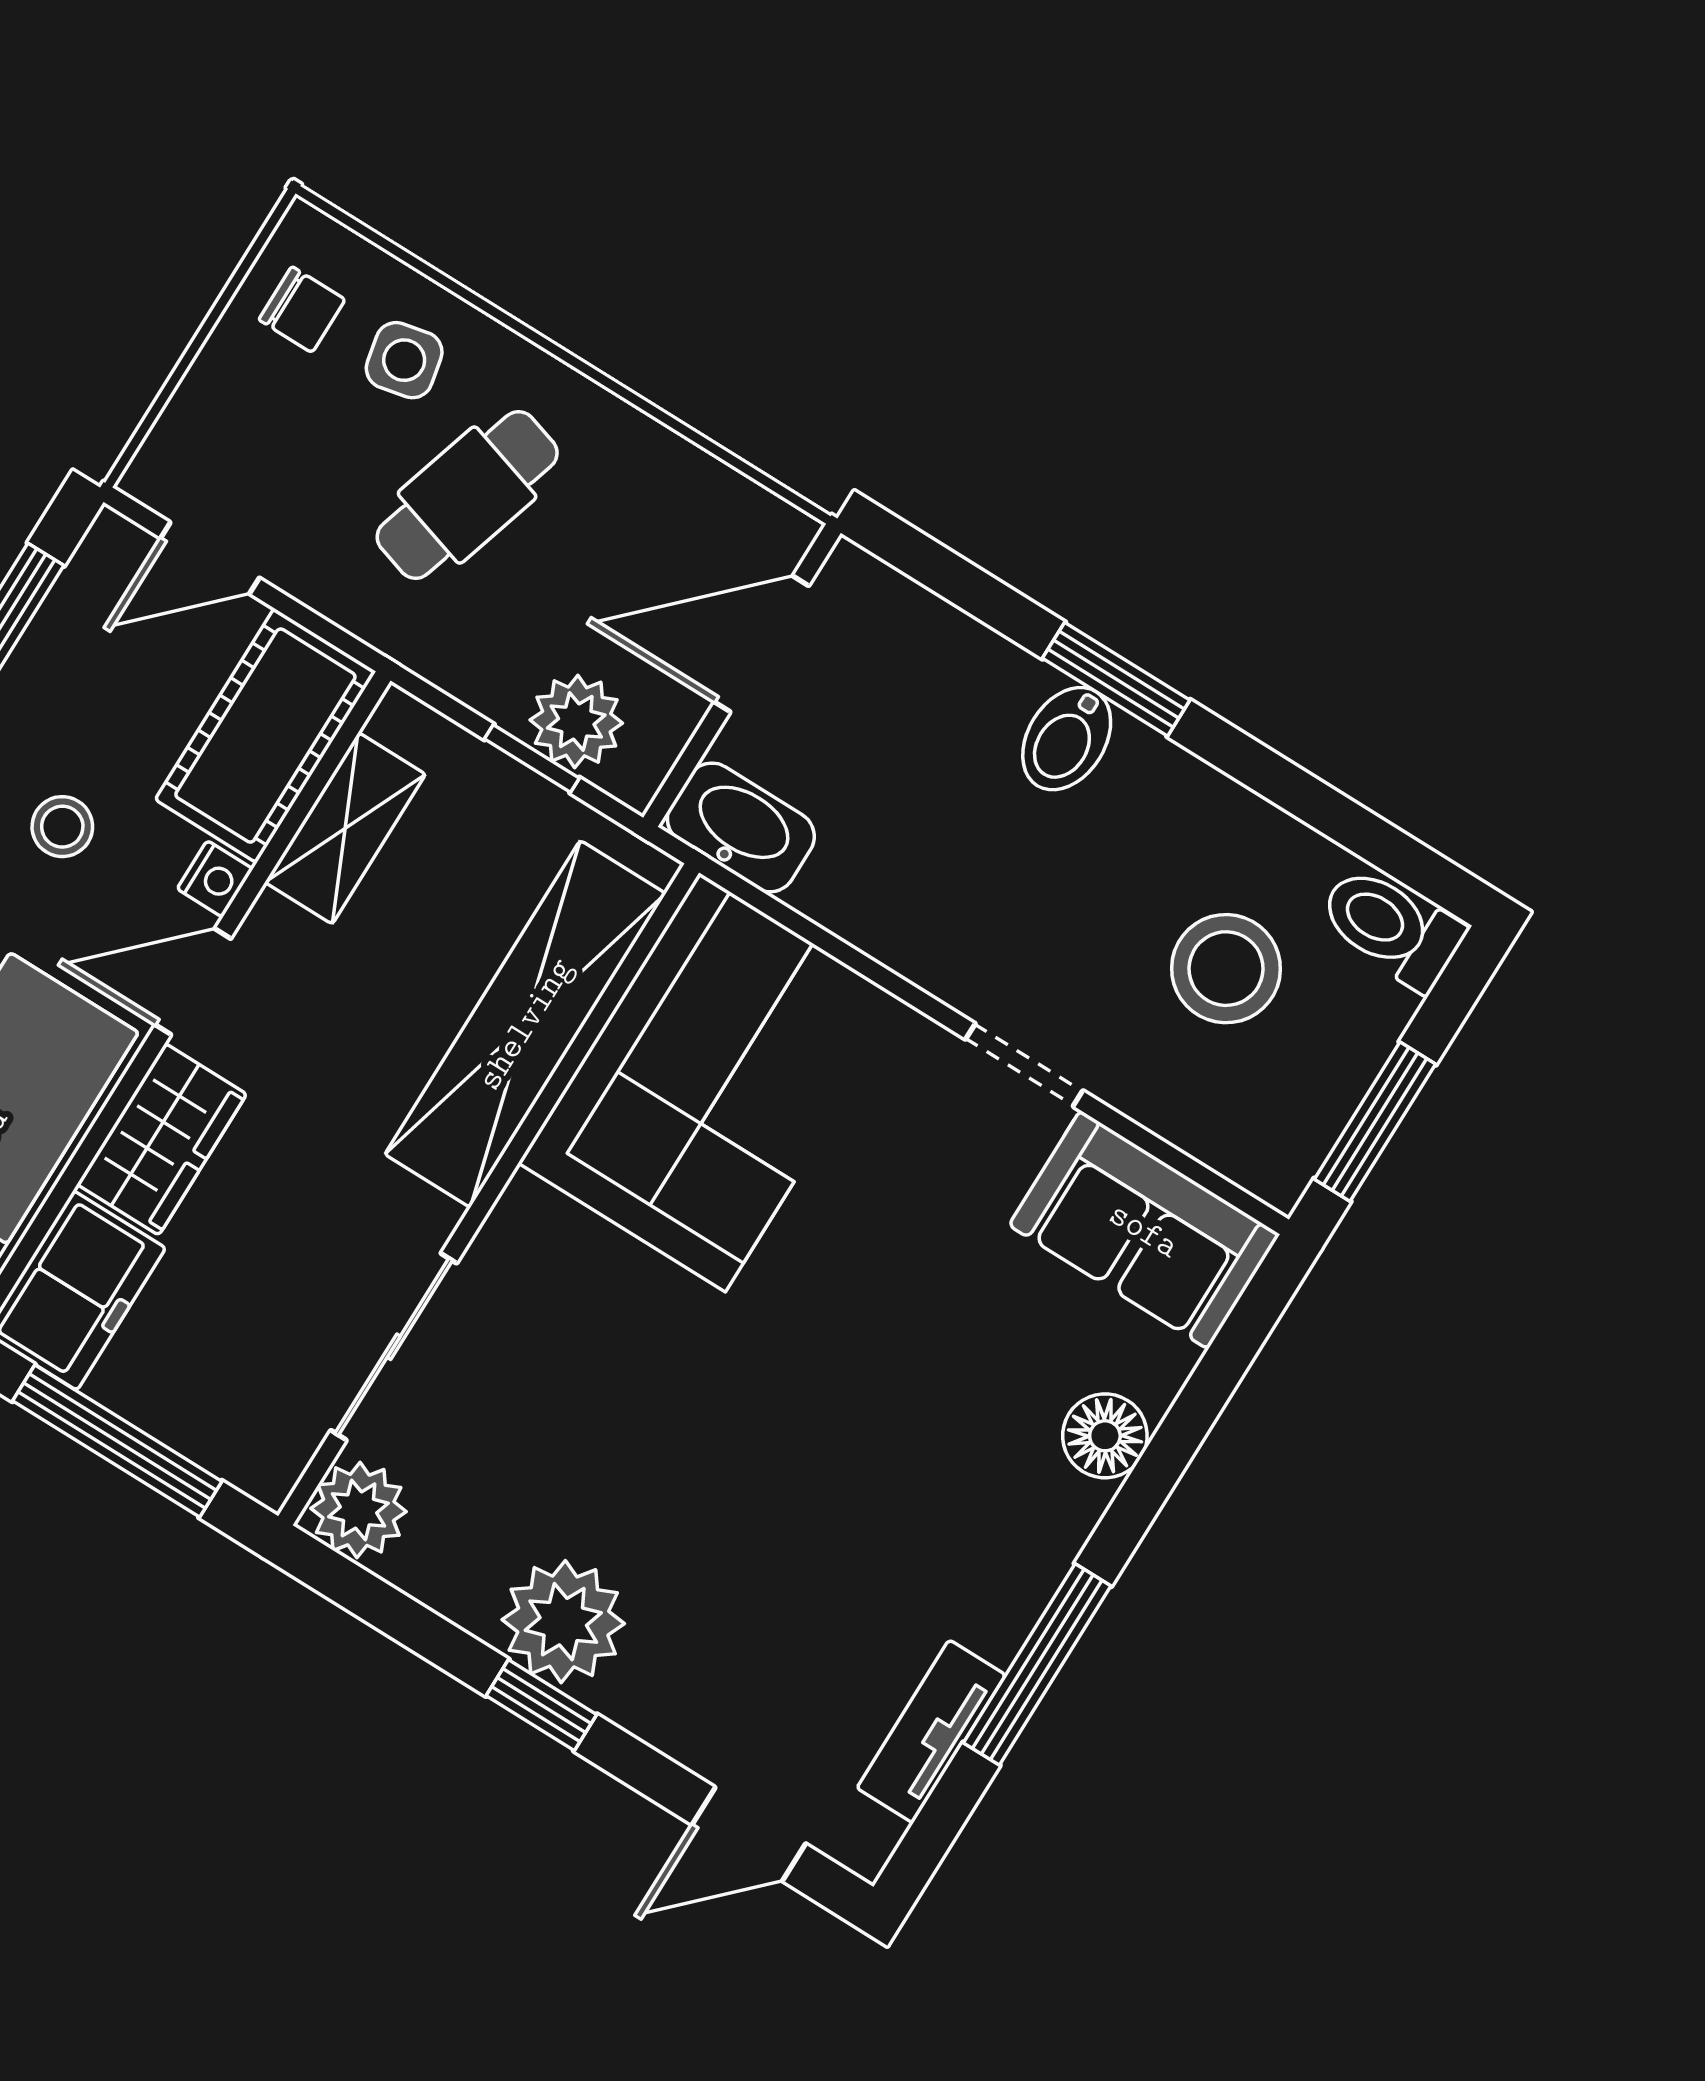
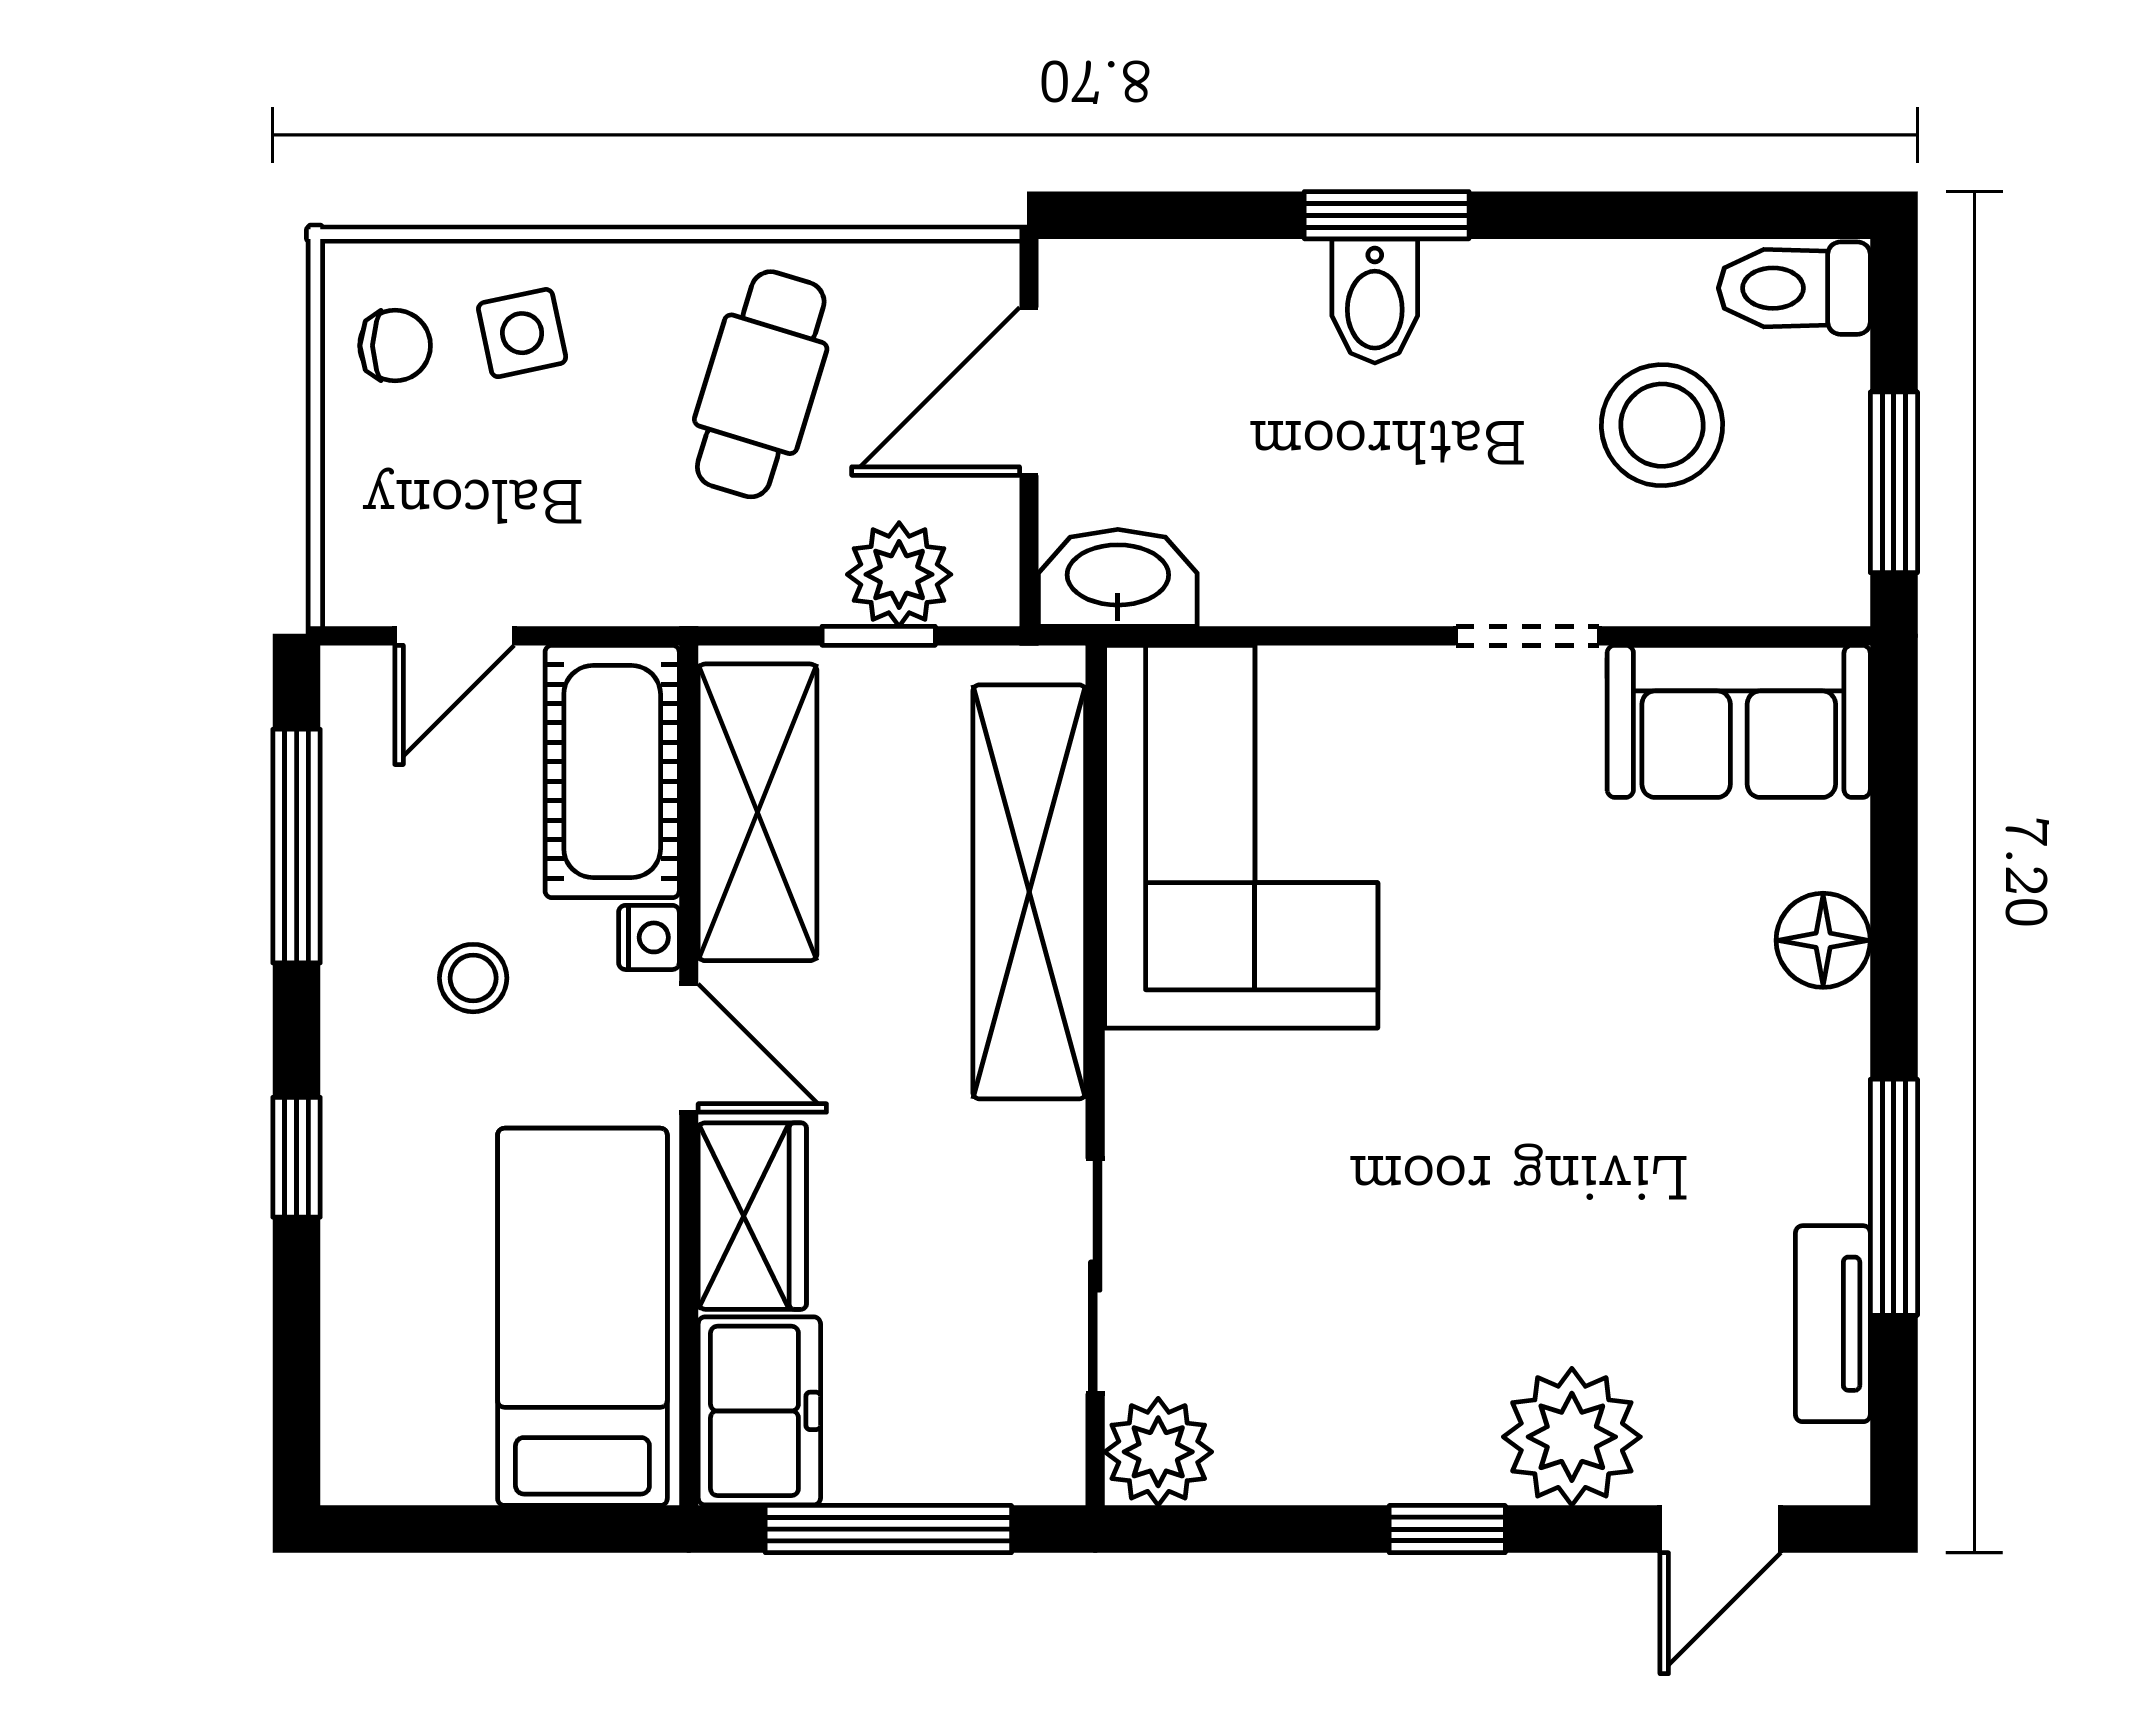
cafe table: (467, 495) -> (761, 384), moved
shelving: (345, 828) -> (758, 812), width x1.50, depth x1.33
door: (193, 982) -> (689, 1048), swing flipped
plant: (563, 1622) -> (1572, 1437), moved

